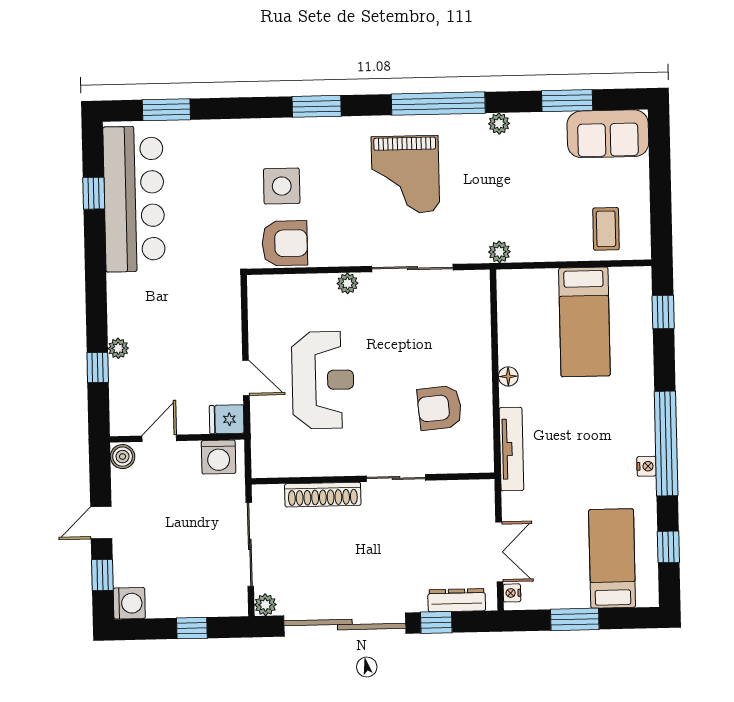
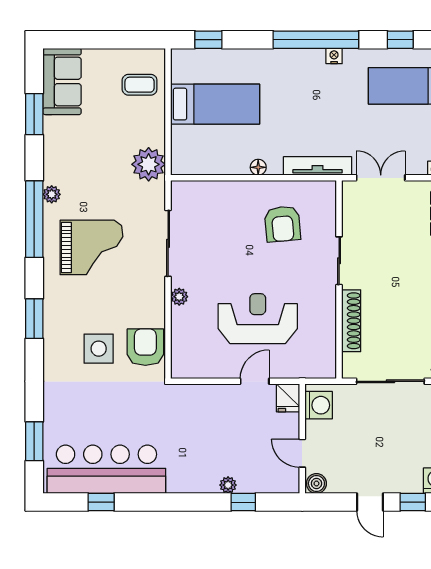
plant: (499, 124) -> (52, 194), moved
plant: (499, 252) -> (149, 164), width x1.88, depth x1.88
double door: (499, 552) -> (381, 178), moved

